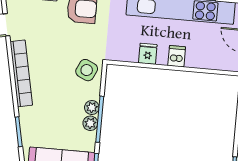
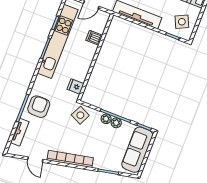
fridge: (148, 54) -> (75, 86), moved
dishwasher: (177, 56) -> (94, 38), moved

